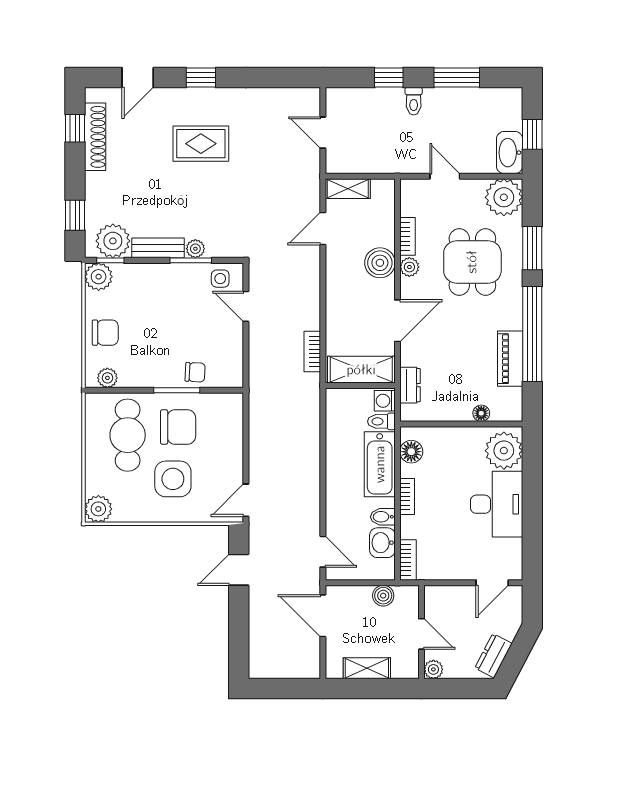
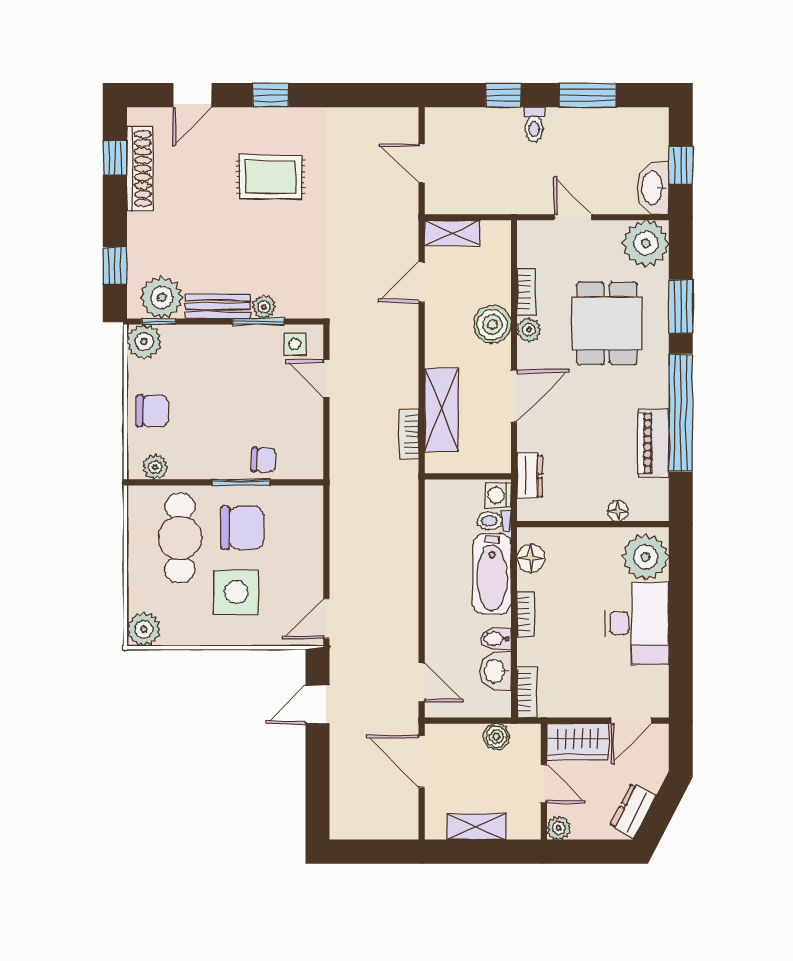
shelving: (361, 370) -> (441, 410), moved, turned 90
wardrobe: (449, 600) -> (578, 742), added

